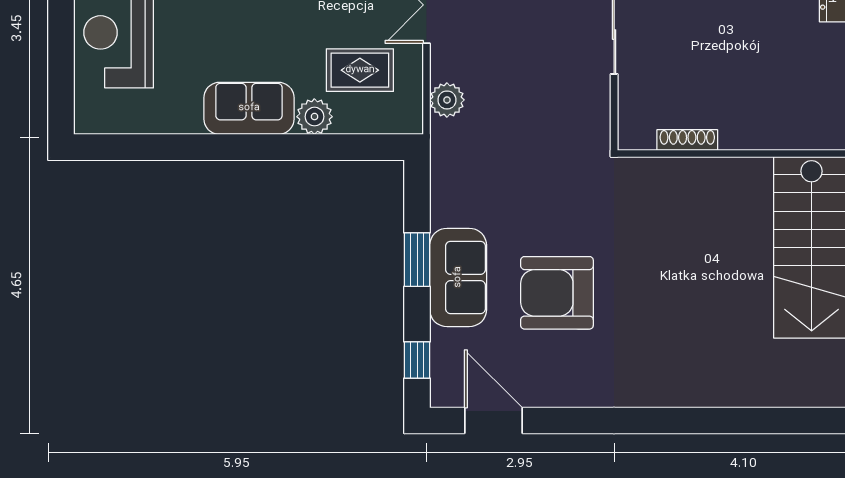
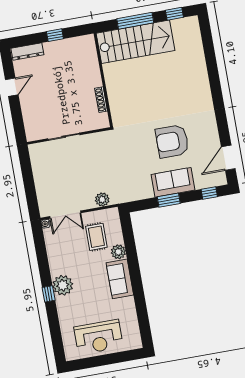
armchair: (557, 293) -> (172, 141), turned 90

